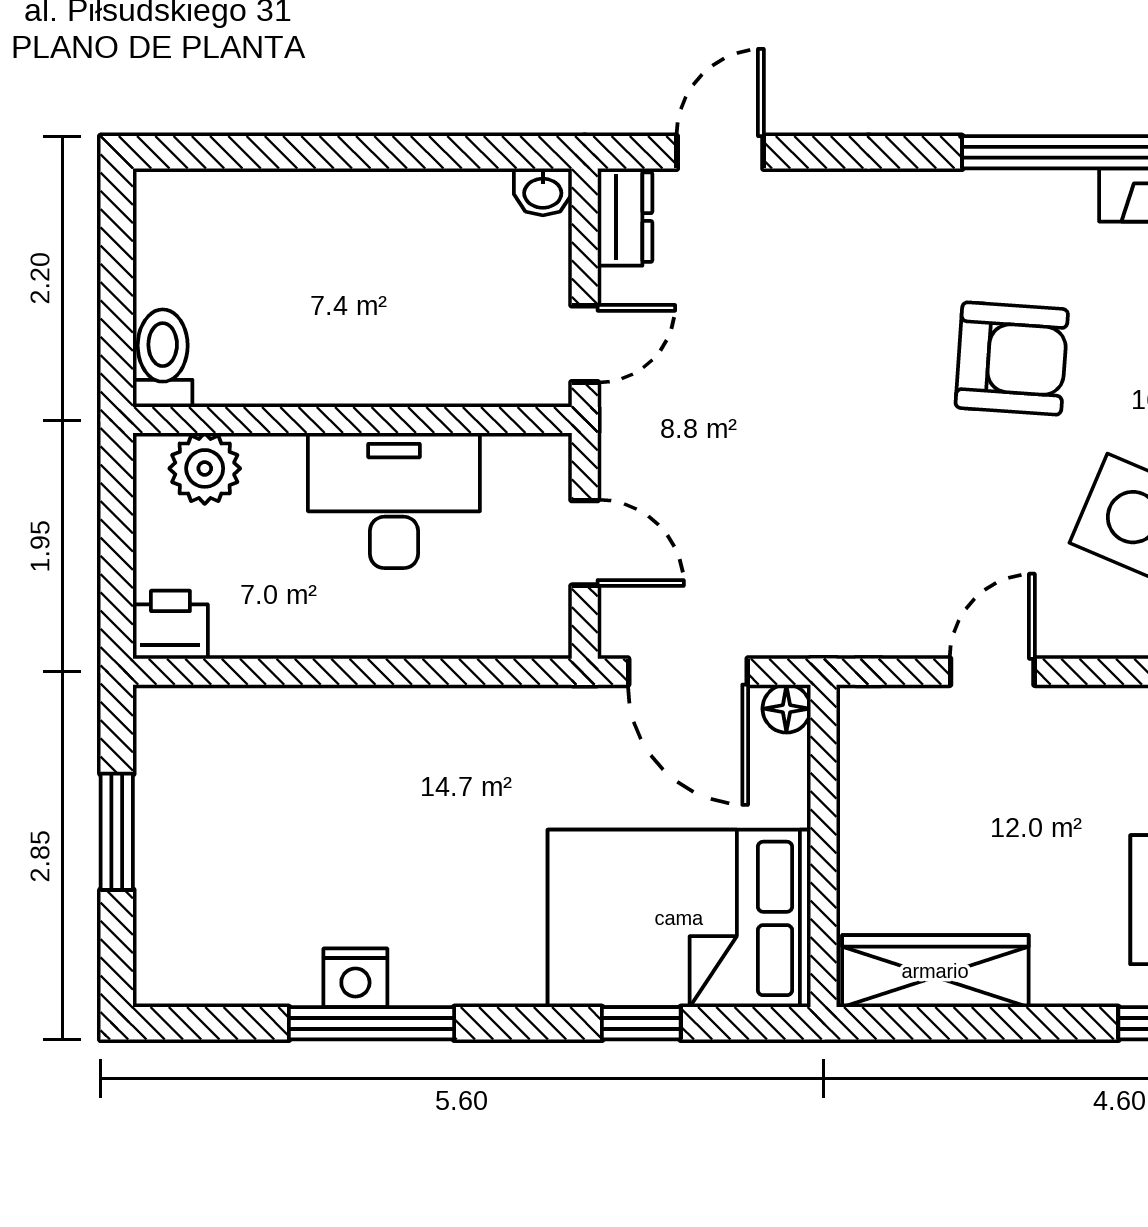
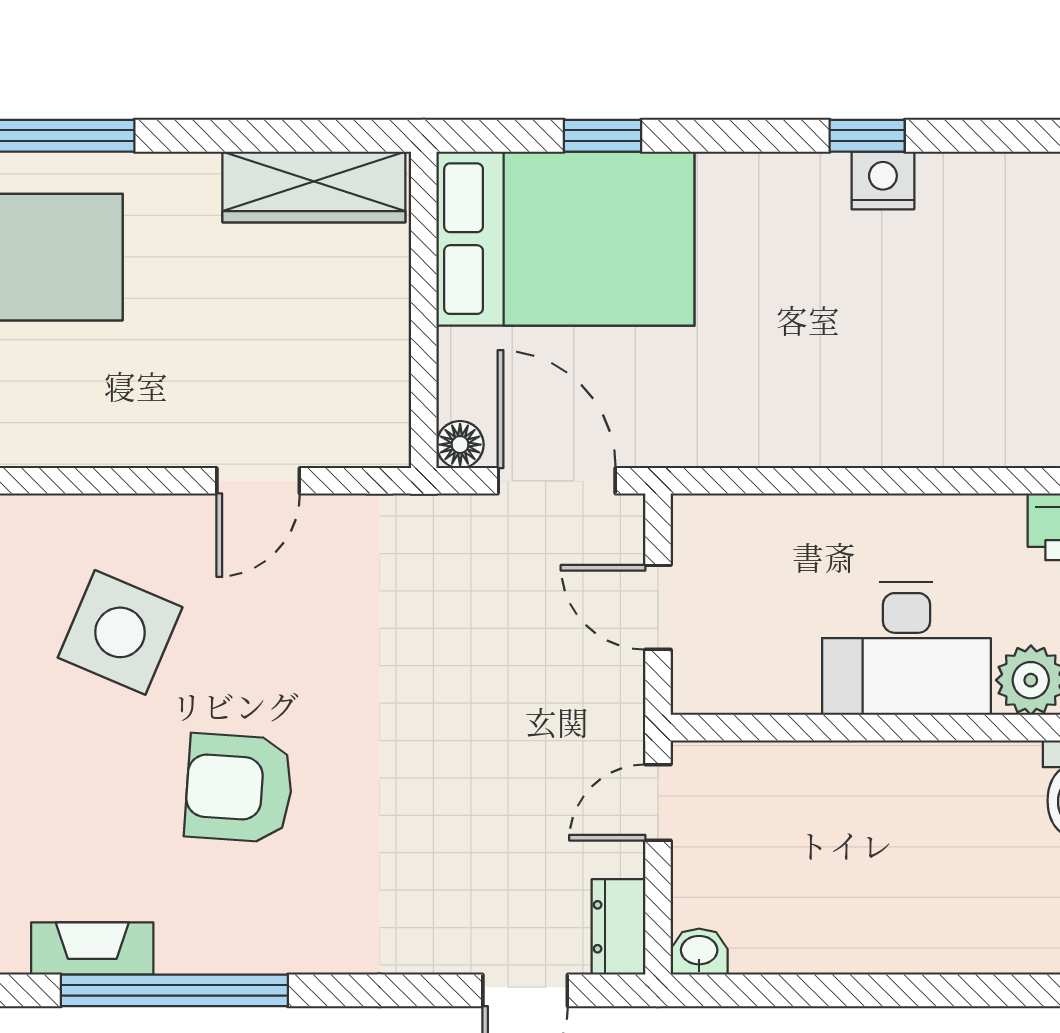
desk: (394, 501) -> (906, 649), moved
window: (372, 1023) -> (867, 136), width x0.46

